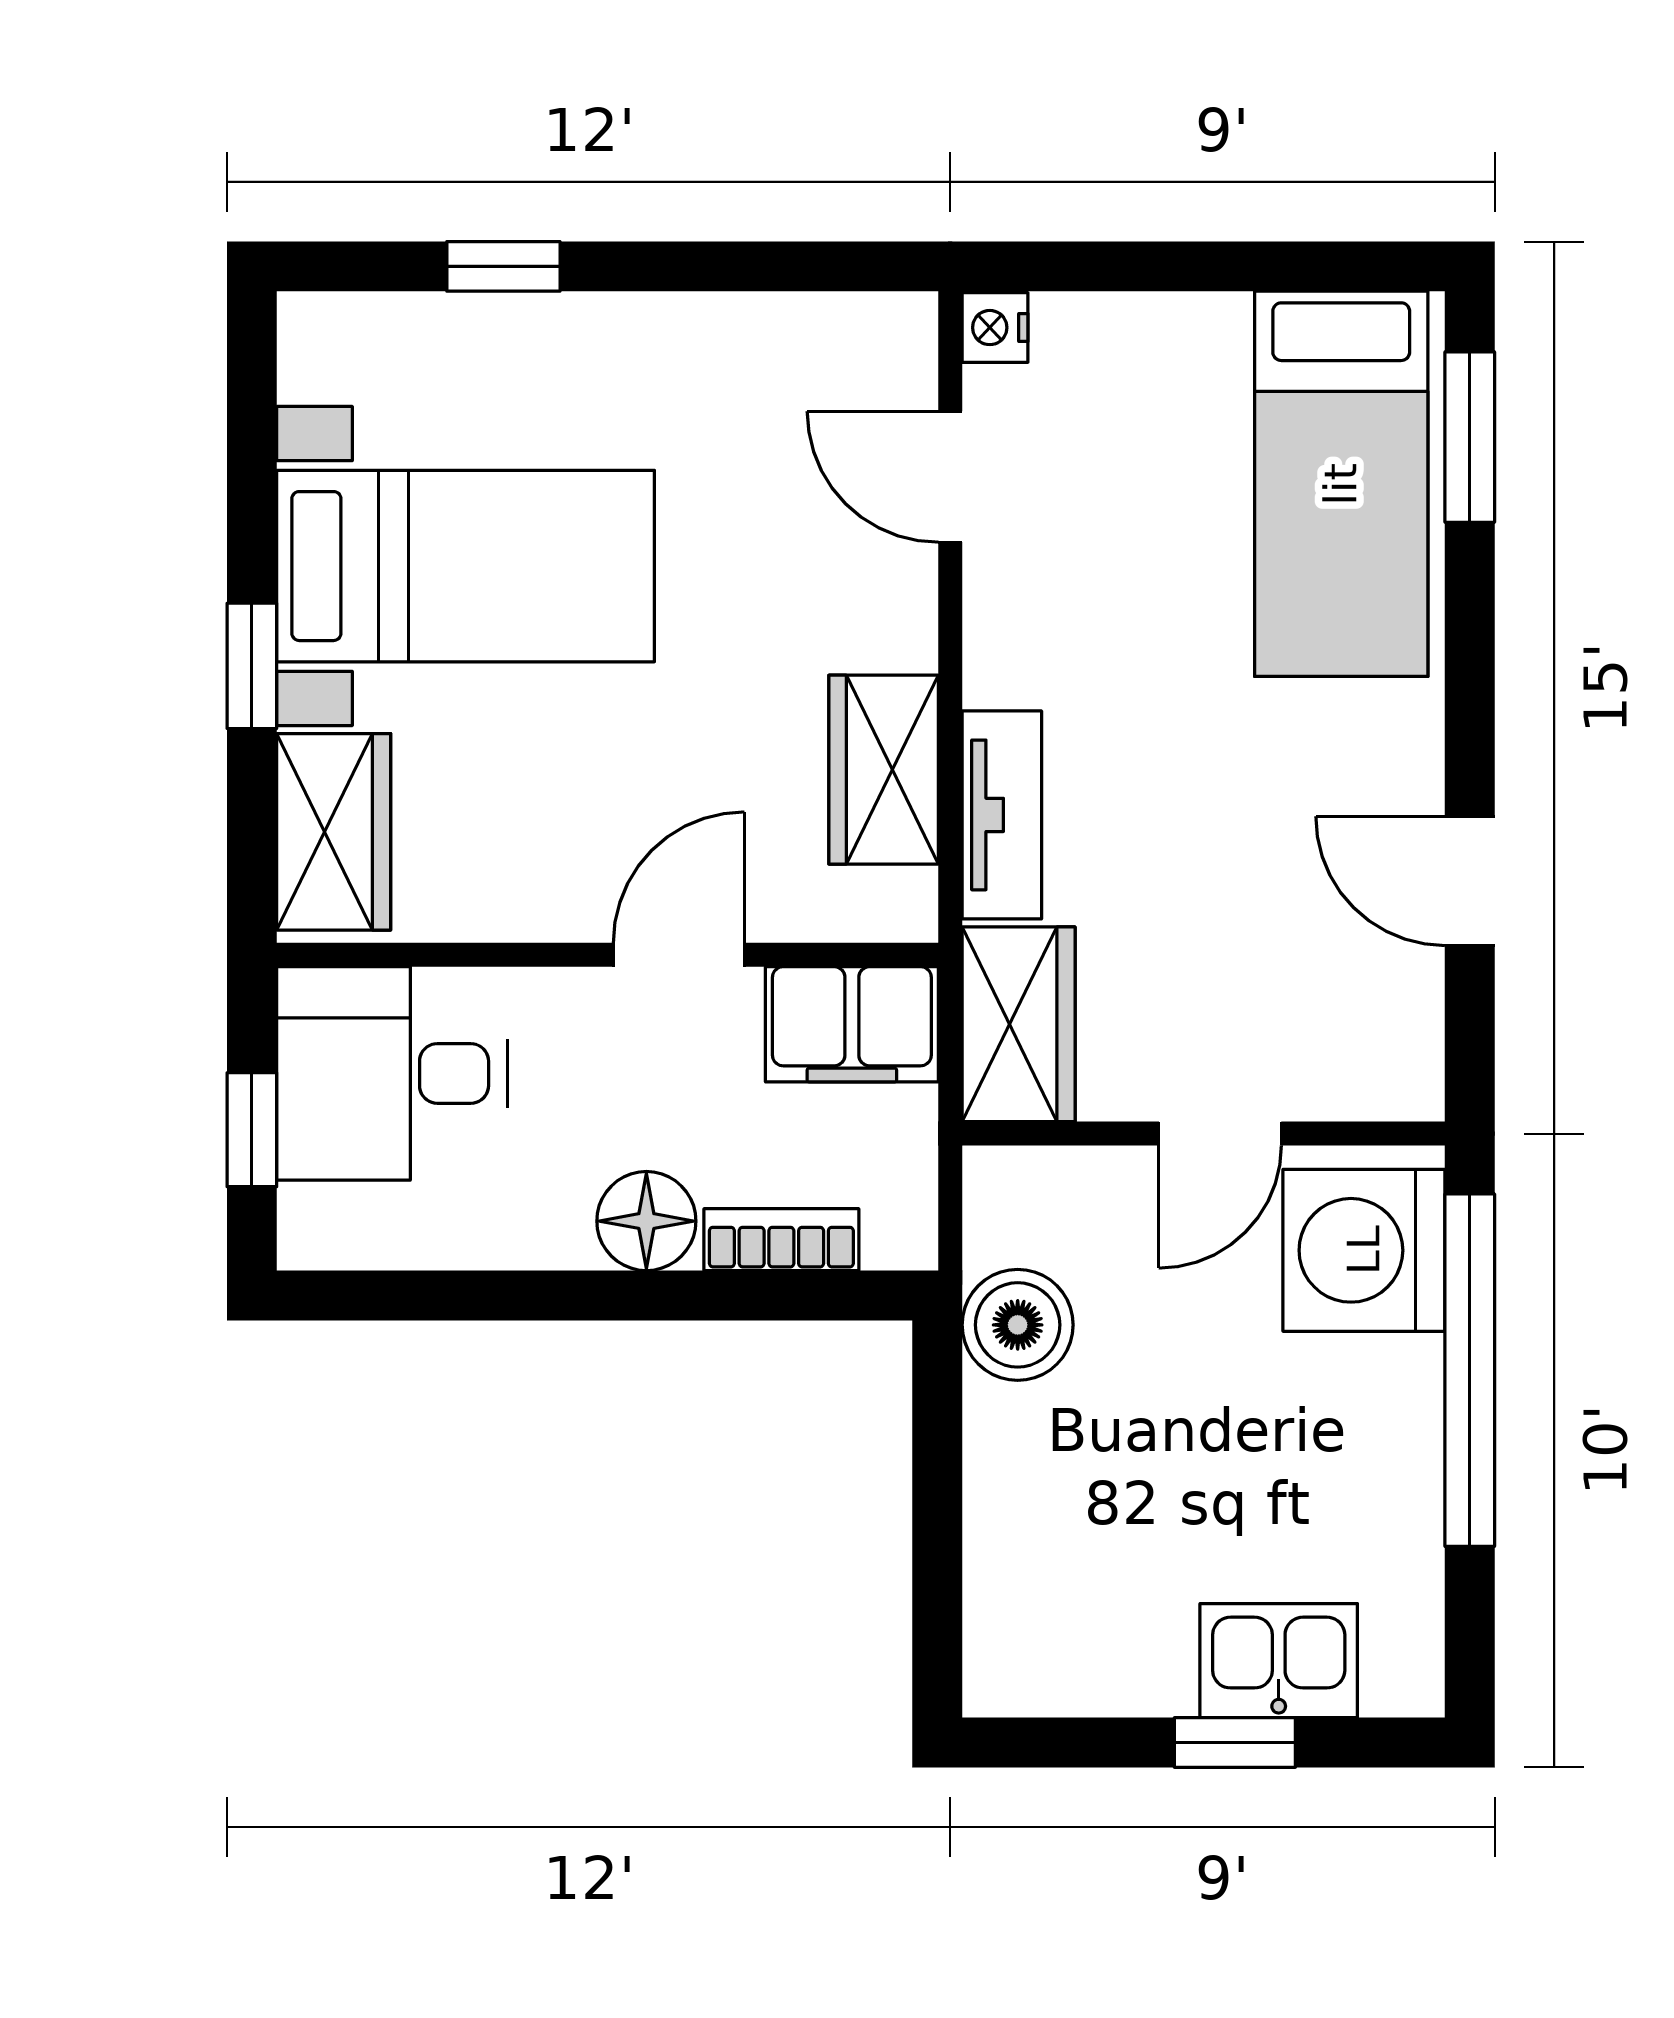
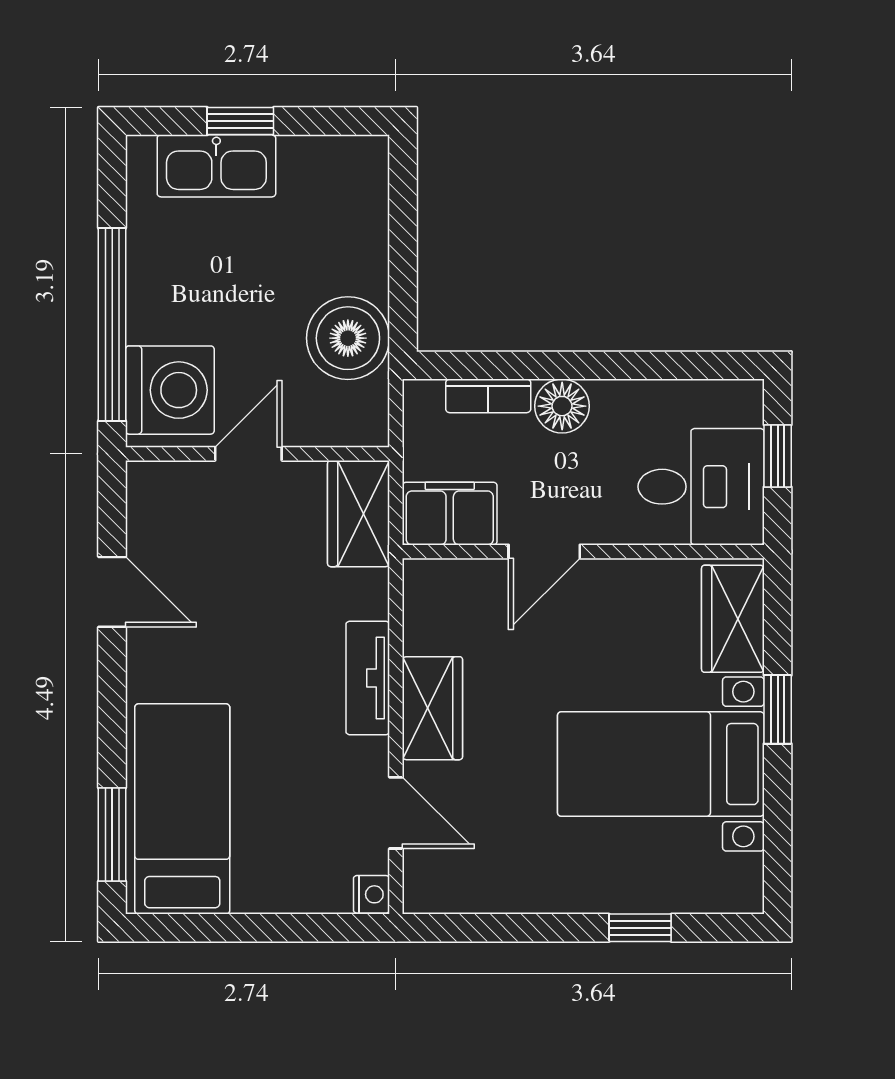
wardrobe: (884, 770) -> (432, 708), moved
tv unit: (1002, 815) -> (368, 678), moved
boiler: (1018, 1325) -> (348, 338), width x1.37, depth x1.37
kitchen sink: (1279, 1661) -> (216, 166), width x1.38

